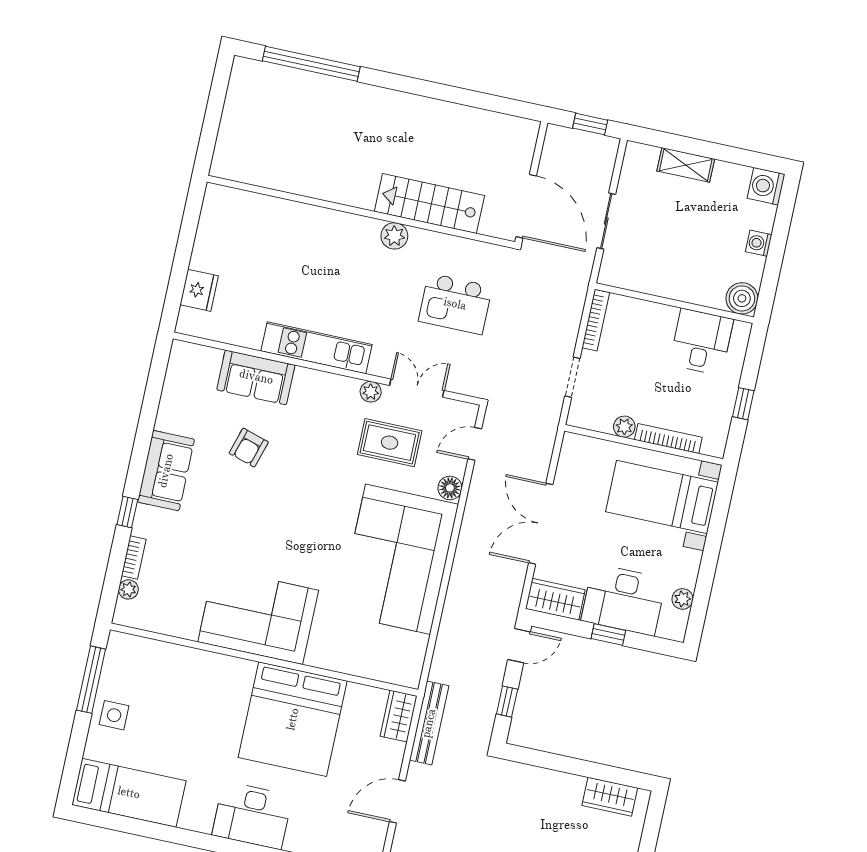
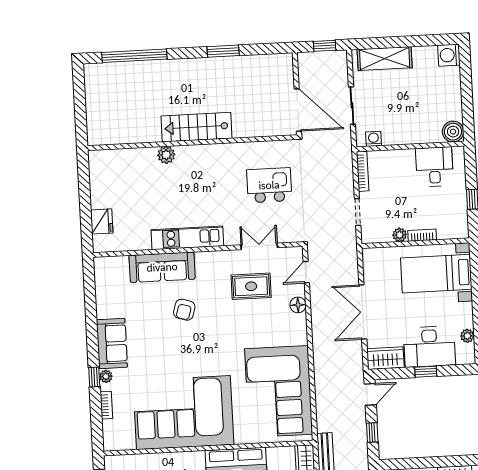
window: (441, 92) -> (223, 51), added
shelving: (686, 165) -> (385, 59), width x1.50, depth x1.33
stairs: (429, 204) -> (197, 127), moved
plant: (394, 236) -> (166, 155), moved
washing machine: (759, 243) -> (373, 139), moved, turned 90
kitchen island: (455, 304) -> (269, 185), turned 180
sofa: (256, 377) -> (162, 267), width x1.36
plant: (371, 392) -> (230, 257), removed
bookcase: (668, 438) -> (422, 235), width x0.64
armchair: (249, 448) -> (184, 310), moved
corner sofa: (398, 559) -> (279, 392), moved
plant: (128, 589) -> (106, 376), moved
corner sofa: (258, 616) -> (183, 413), width x1.36, depth x1.36

